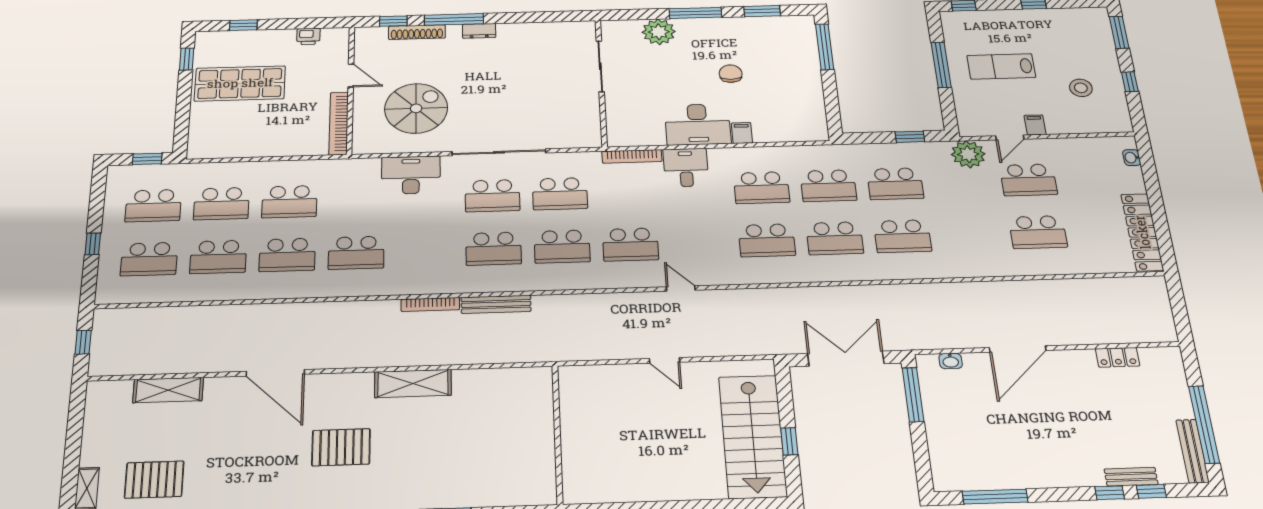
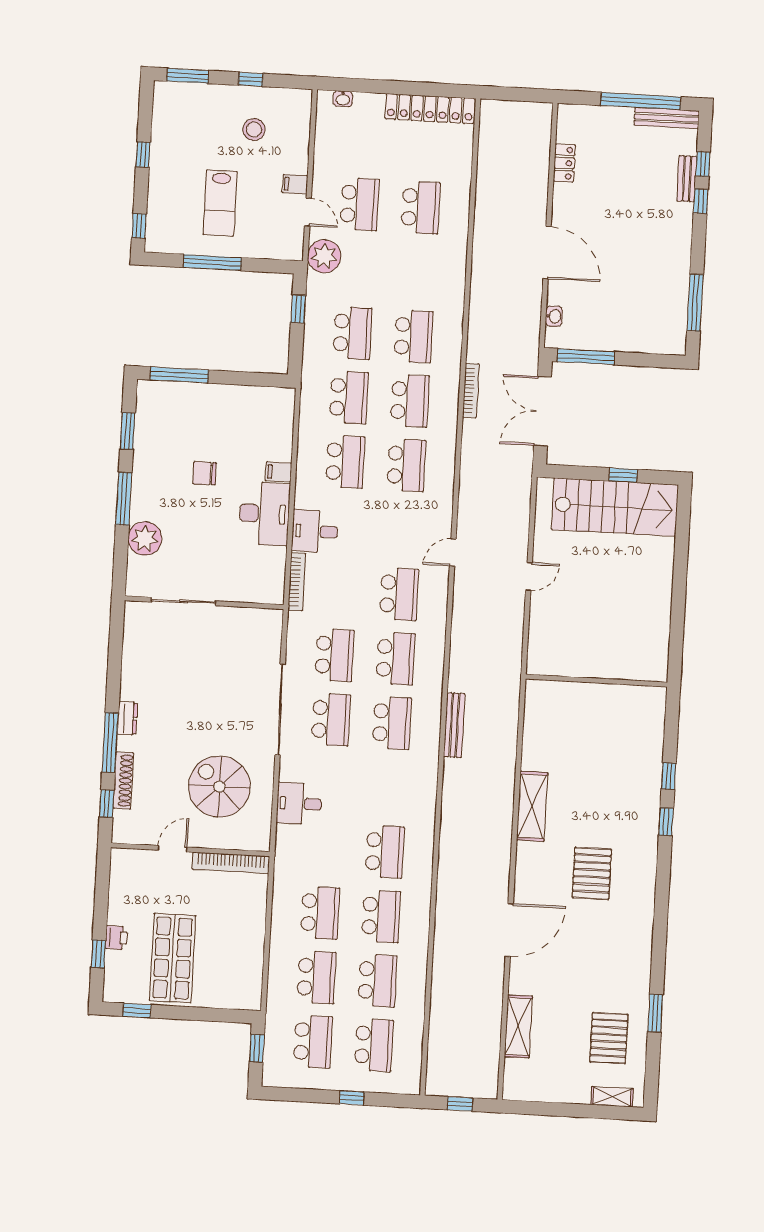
printer: (308, 36) -> (116, 938), moved
desk: (411, 175) -> (299, 804), width x0.73
bookcase: (430, 304) -> (471, 391), moved

